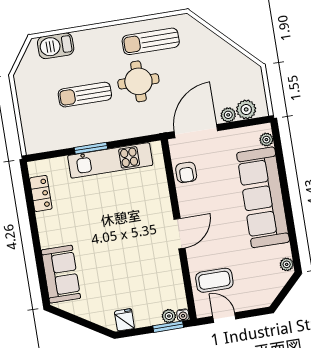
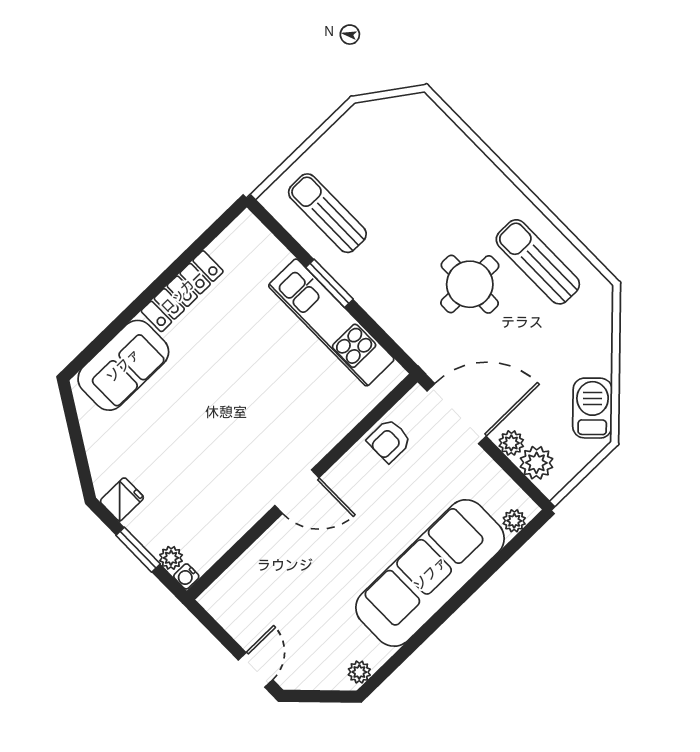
barbecue: (56, 46) -> (592, 408), moved, turned 45
sun lounger: (85, 95) -> (327, 213), moved
locker: (41, 193) -> (182, 291), moved, width x1.53
coffee table: (214, 280) -> (266, 586), removed
door: (224, 318) -> (255, 670), moved
window: (168, 327) -> (138, 550), moved

